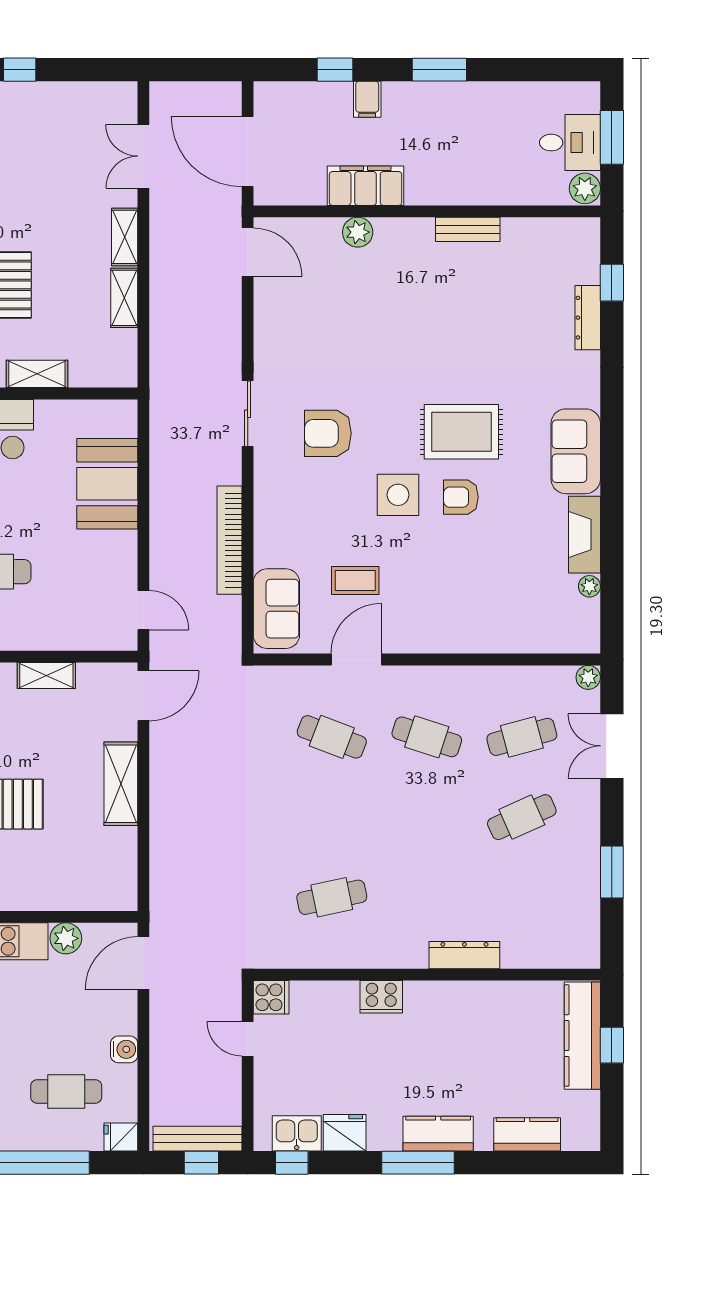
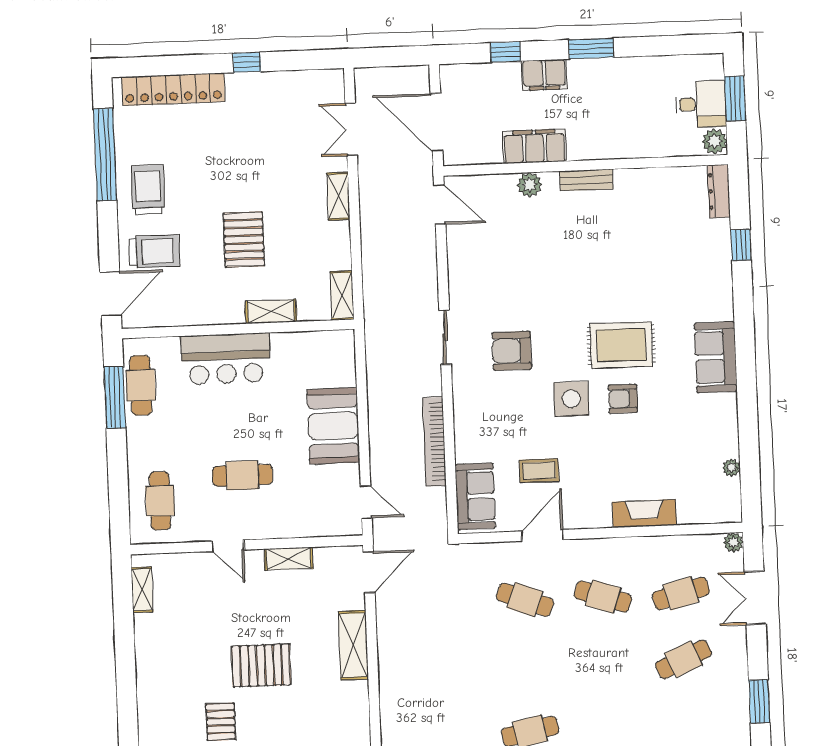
filing cabinet: (367, 99) -> (544, 75), width x2.00
bench: (468, 229) -> (586, 180), moved
window: (612, 283) -> (741, 245), moved
shelving: (124, 298) -> (342, 295), moved
dresser: (588, 318) -> (719, 191), moved
booth: (107, 484) -> (333, 426), moved
fireplace: (584, 535) -> (644, 514), moved, turned 90

